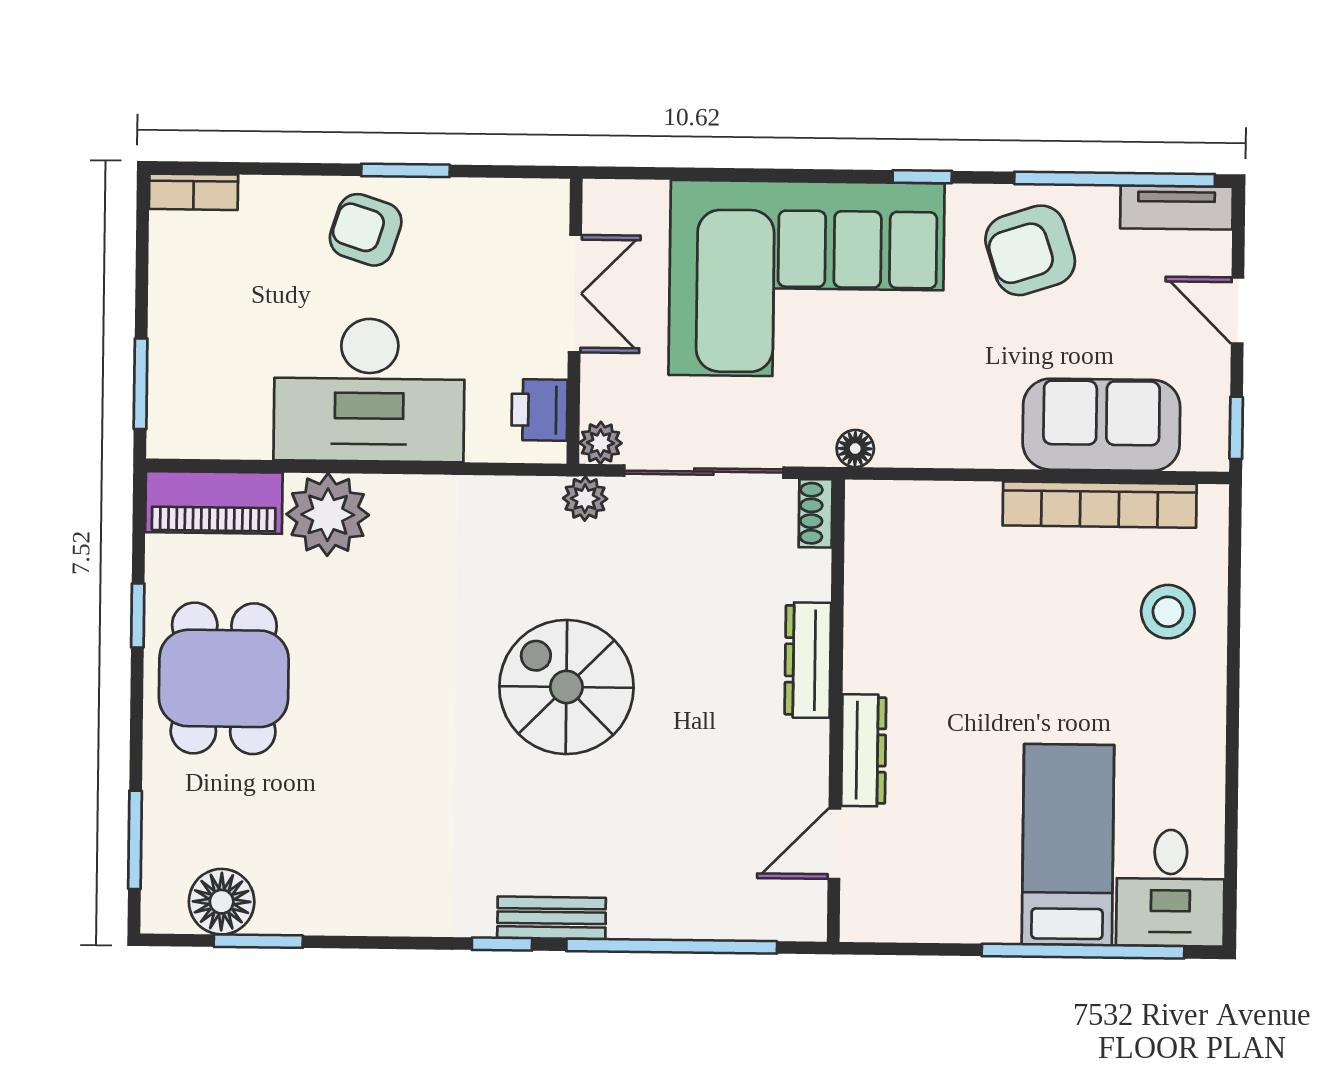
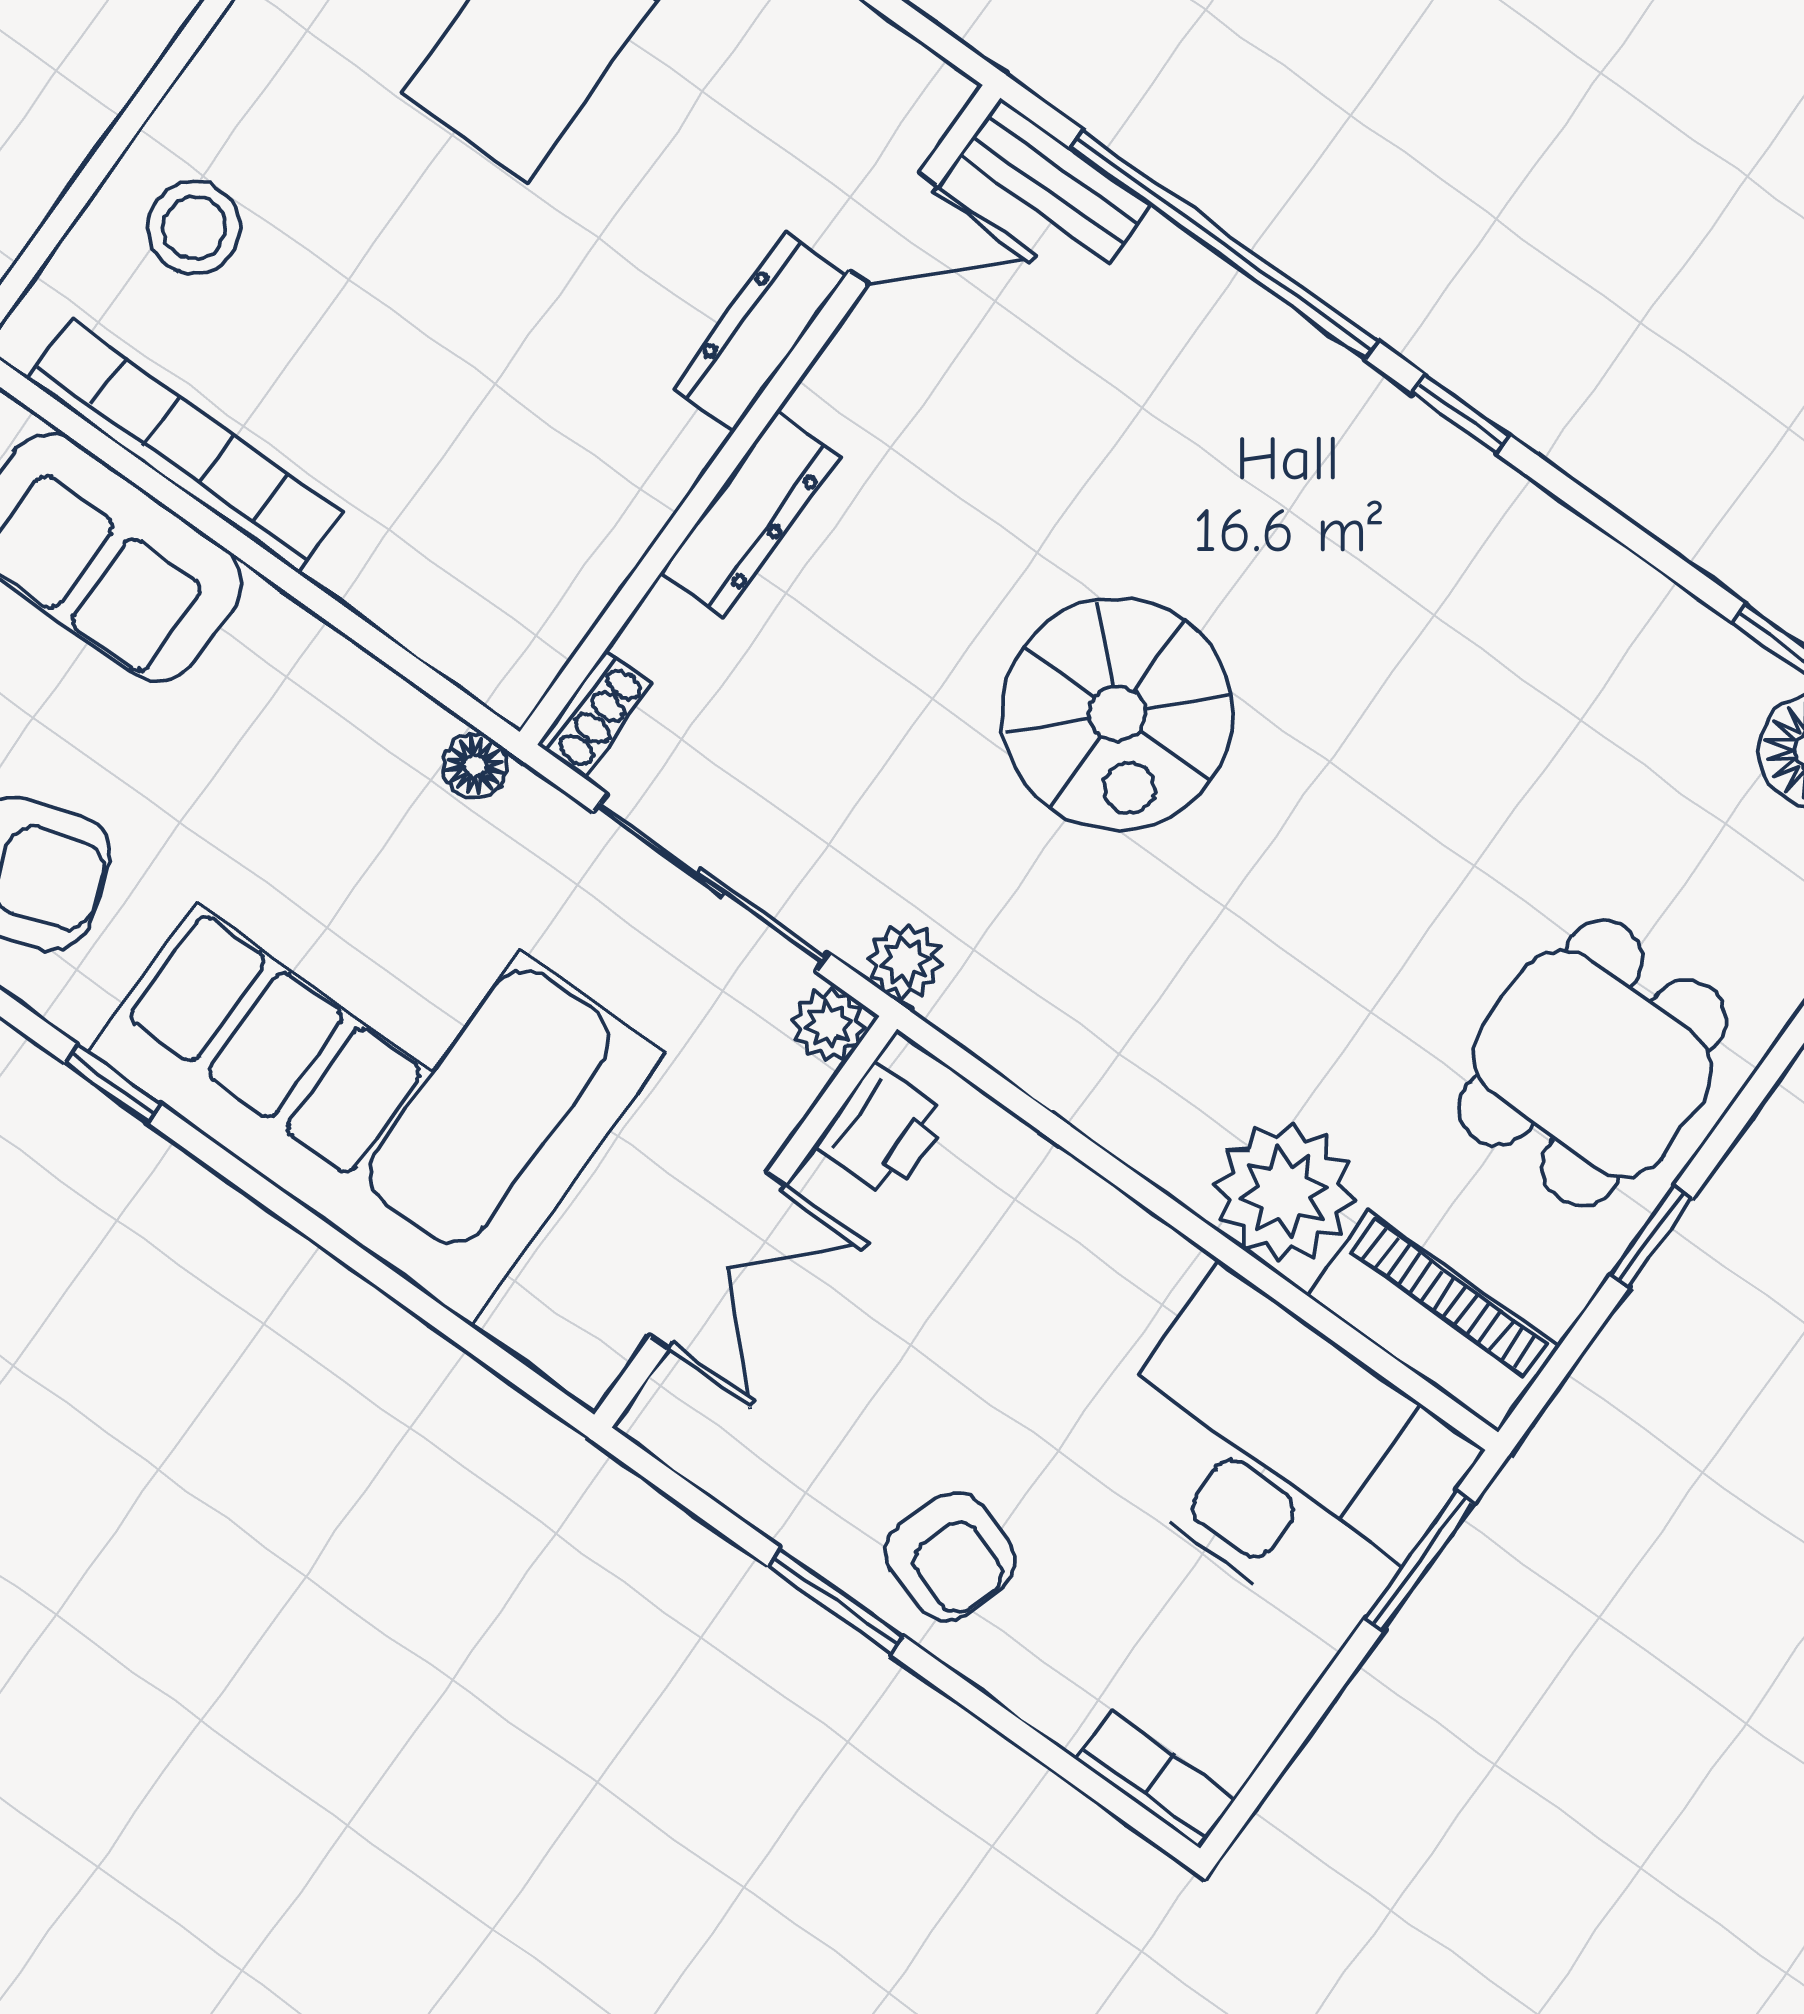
double door: (575, 294) -> (718, 1261), swing flipped
desk: (369, 390) -> (1281, 1454), moved
bench: (552, 918) -> (1055, 181), moved

